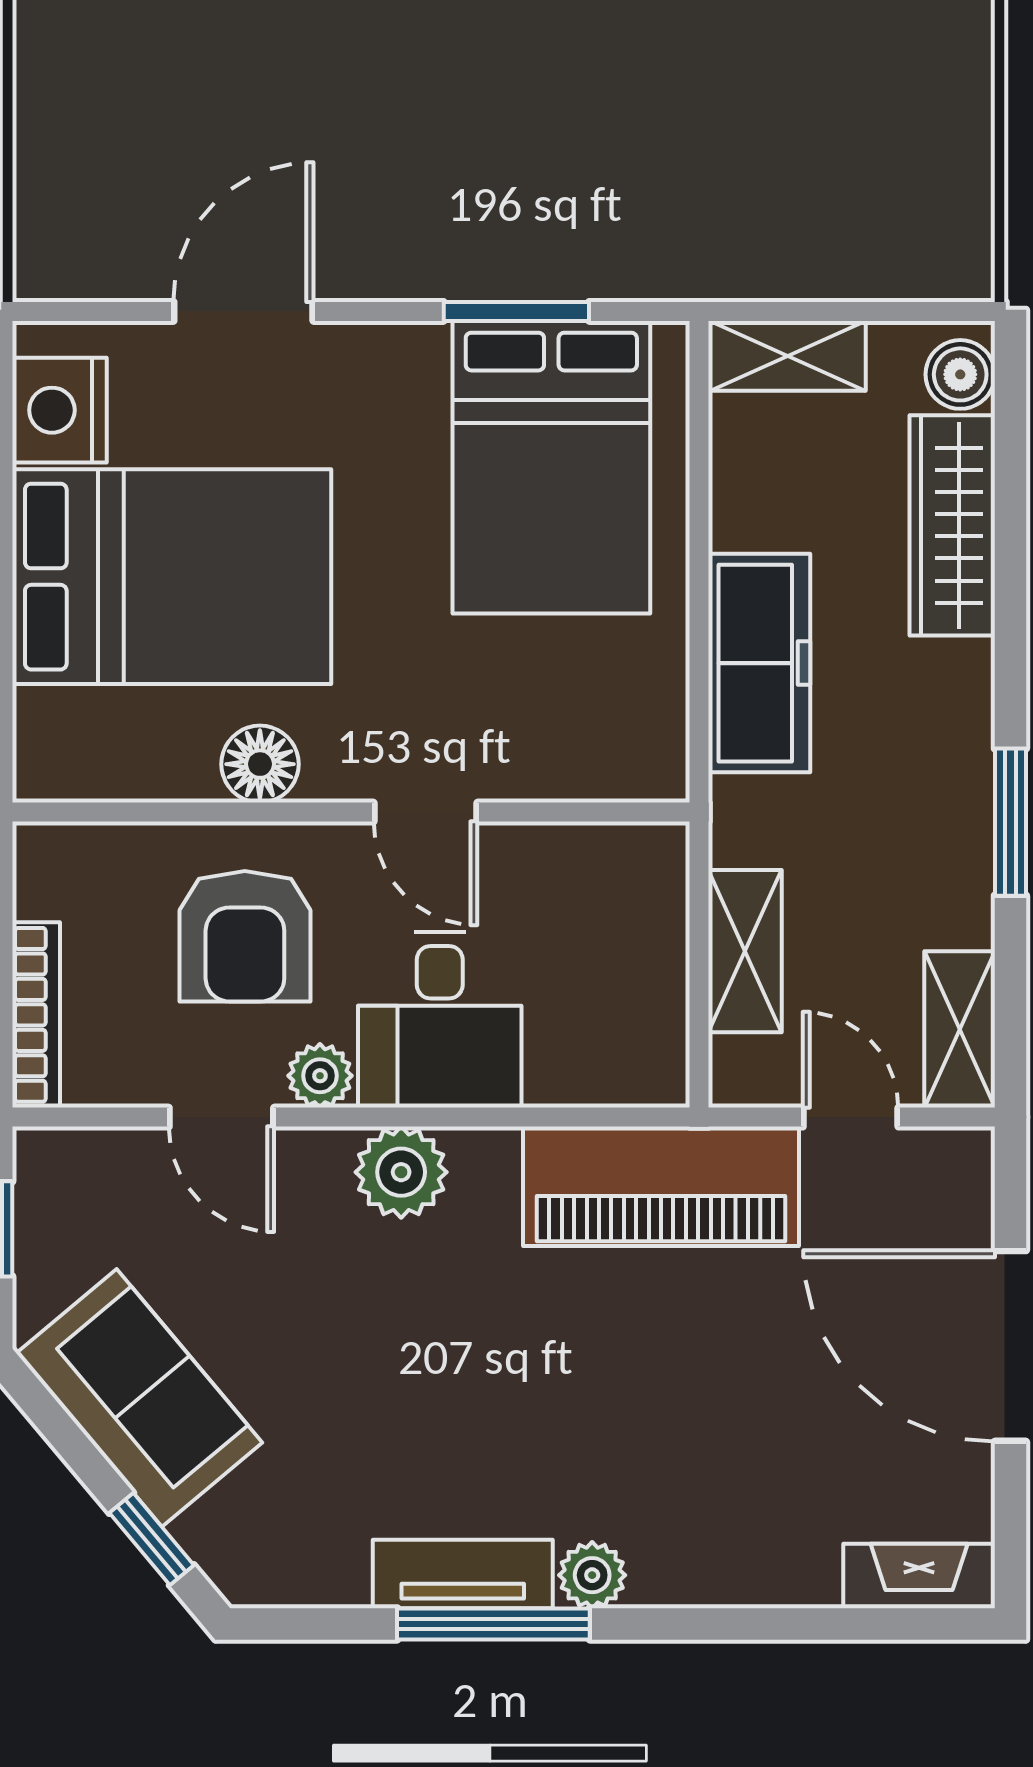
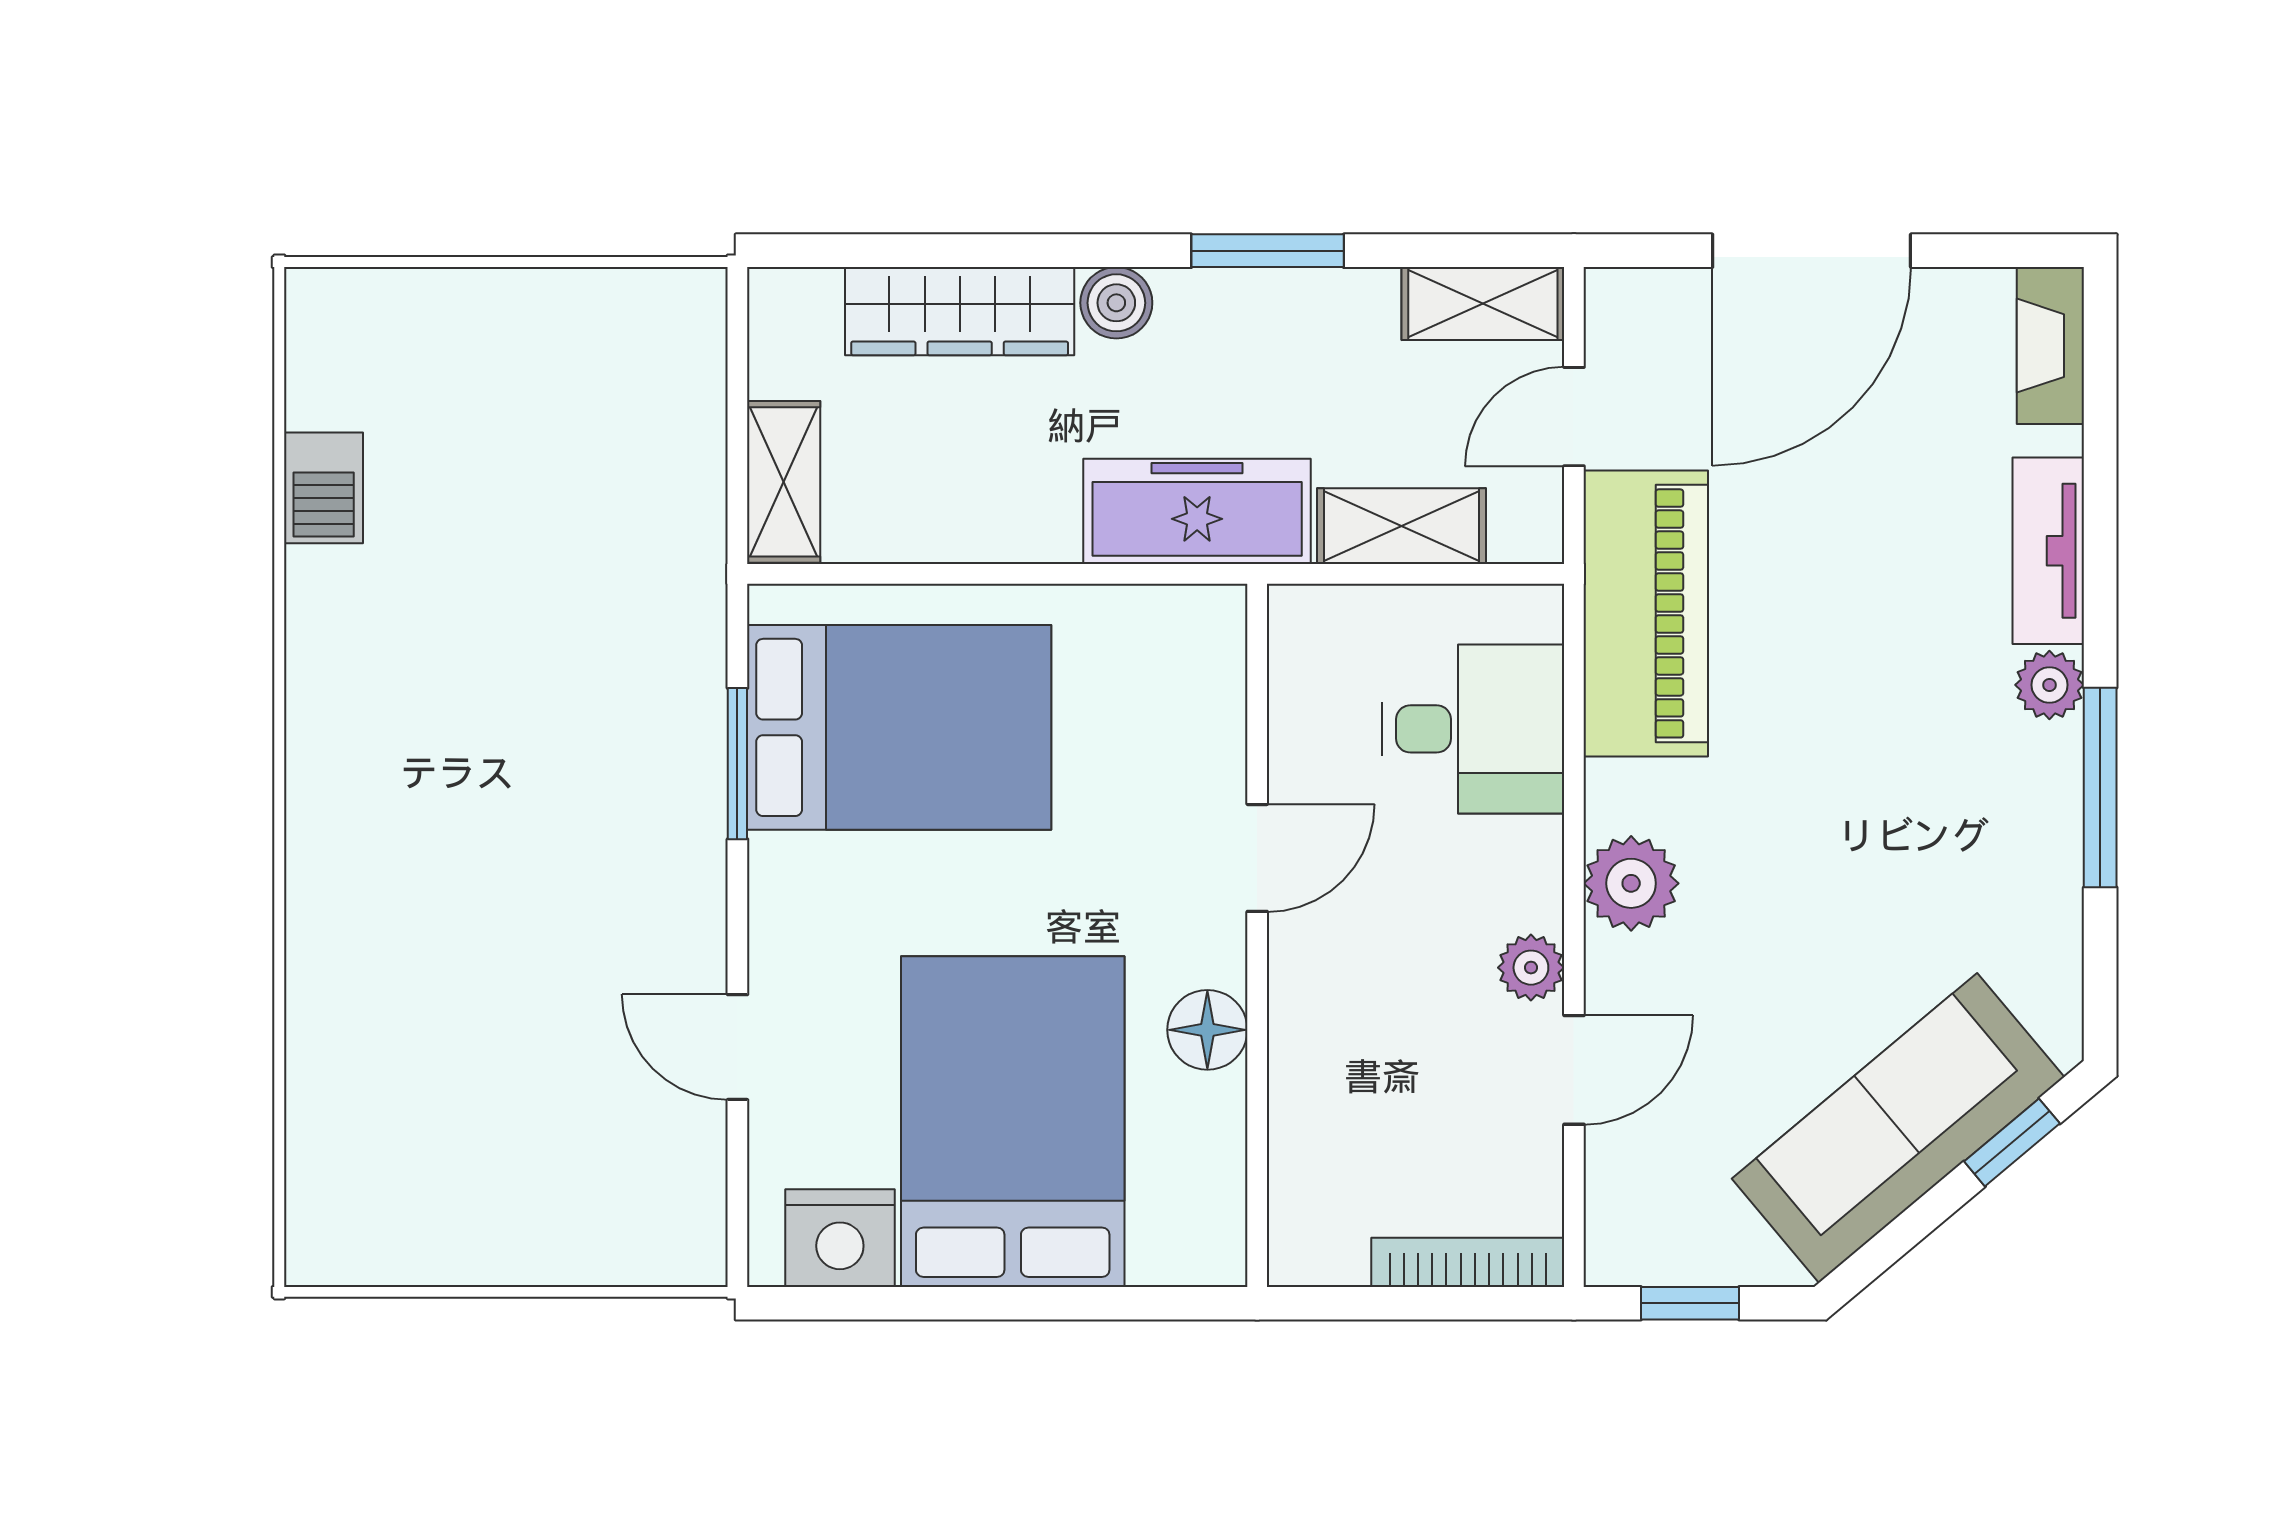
door: (243, 311) -> (737, 1047), width x0.73
boiler: (960, 374) -> (1116, 303), moved
freezer: (759, 663) -> (1197, 511), moved
armchair: (245, 936) -> (1386, 1045), removed
desk: (440, 1020) -> (1473, 729), moved
sofa: (139, 1398) -> (1898, 1128), width x1.36
tv unit: (463, 1574) -> (2048, 551), moved

